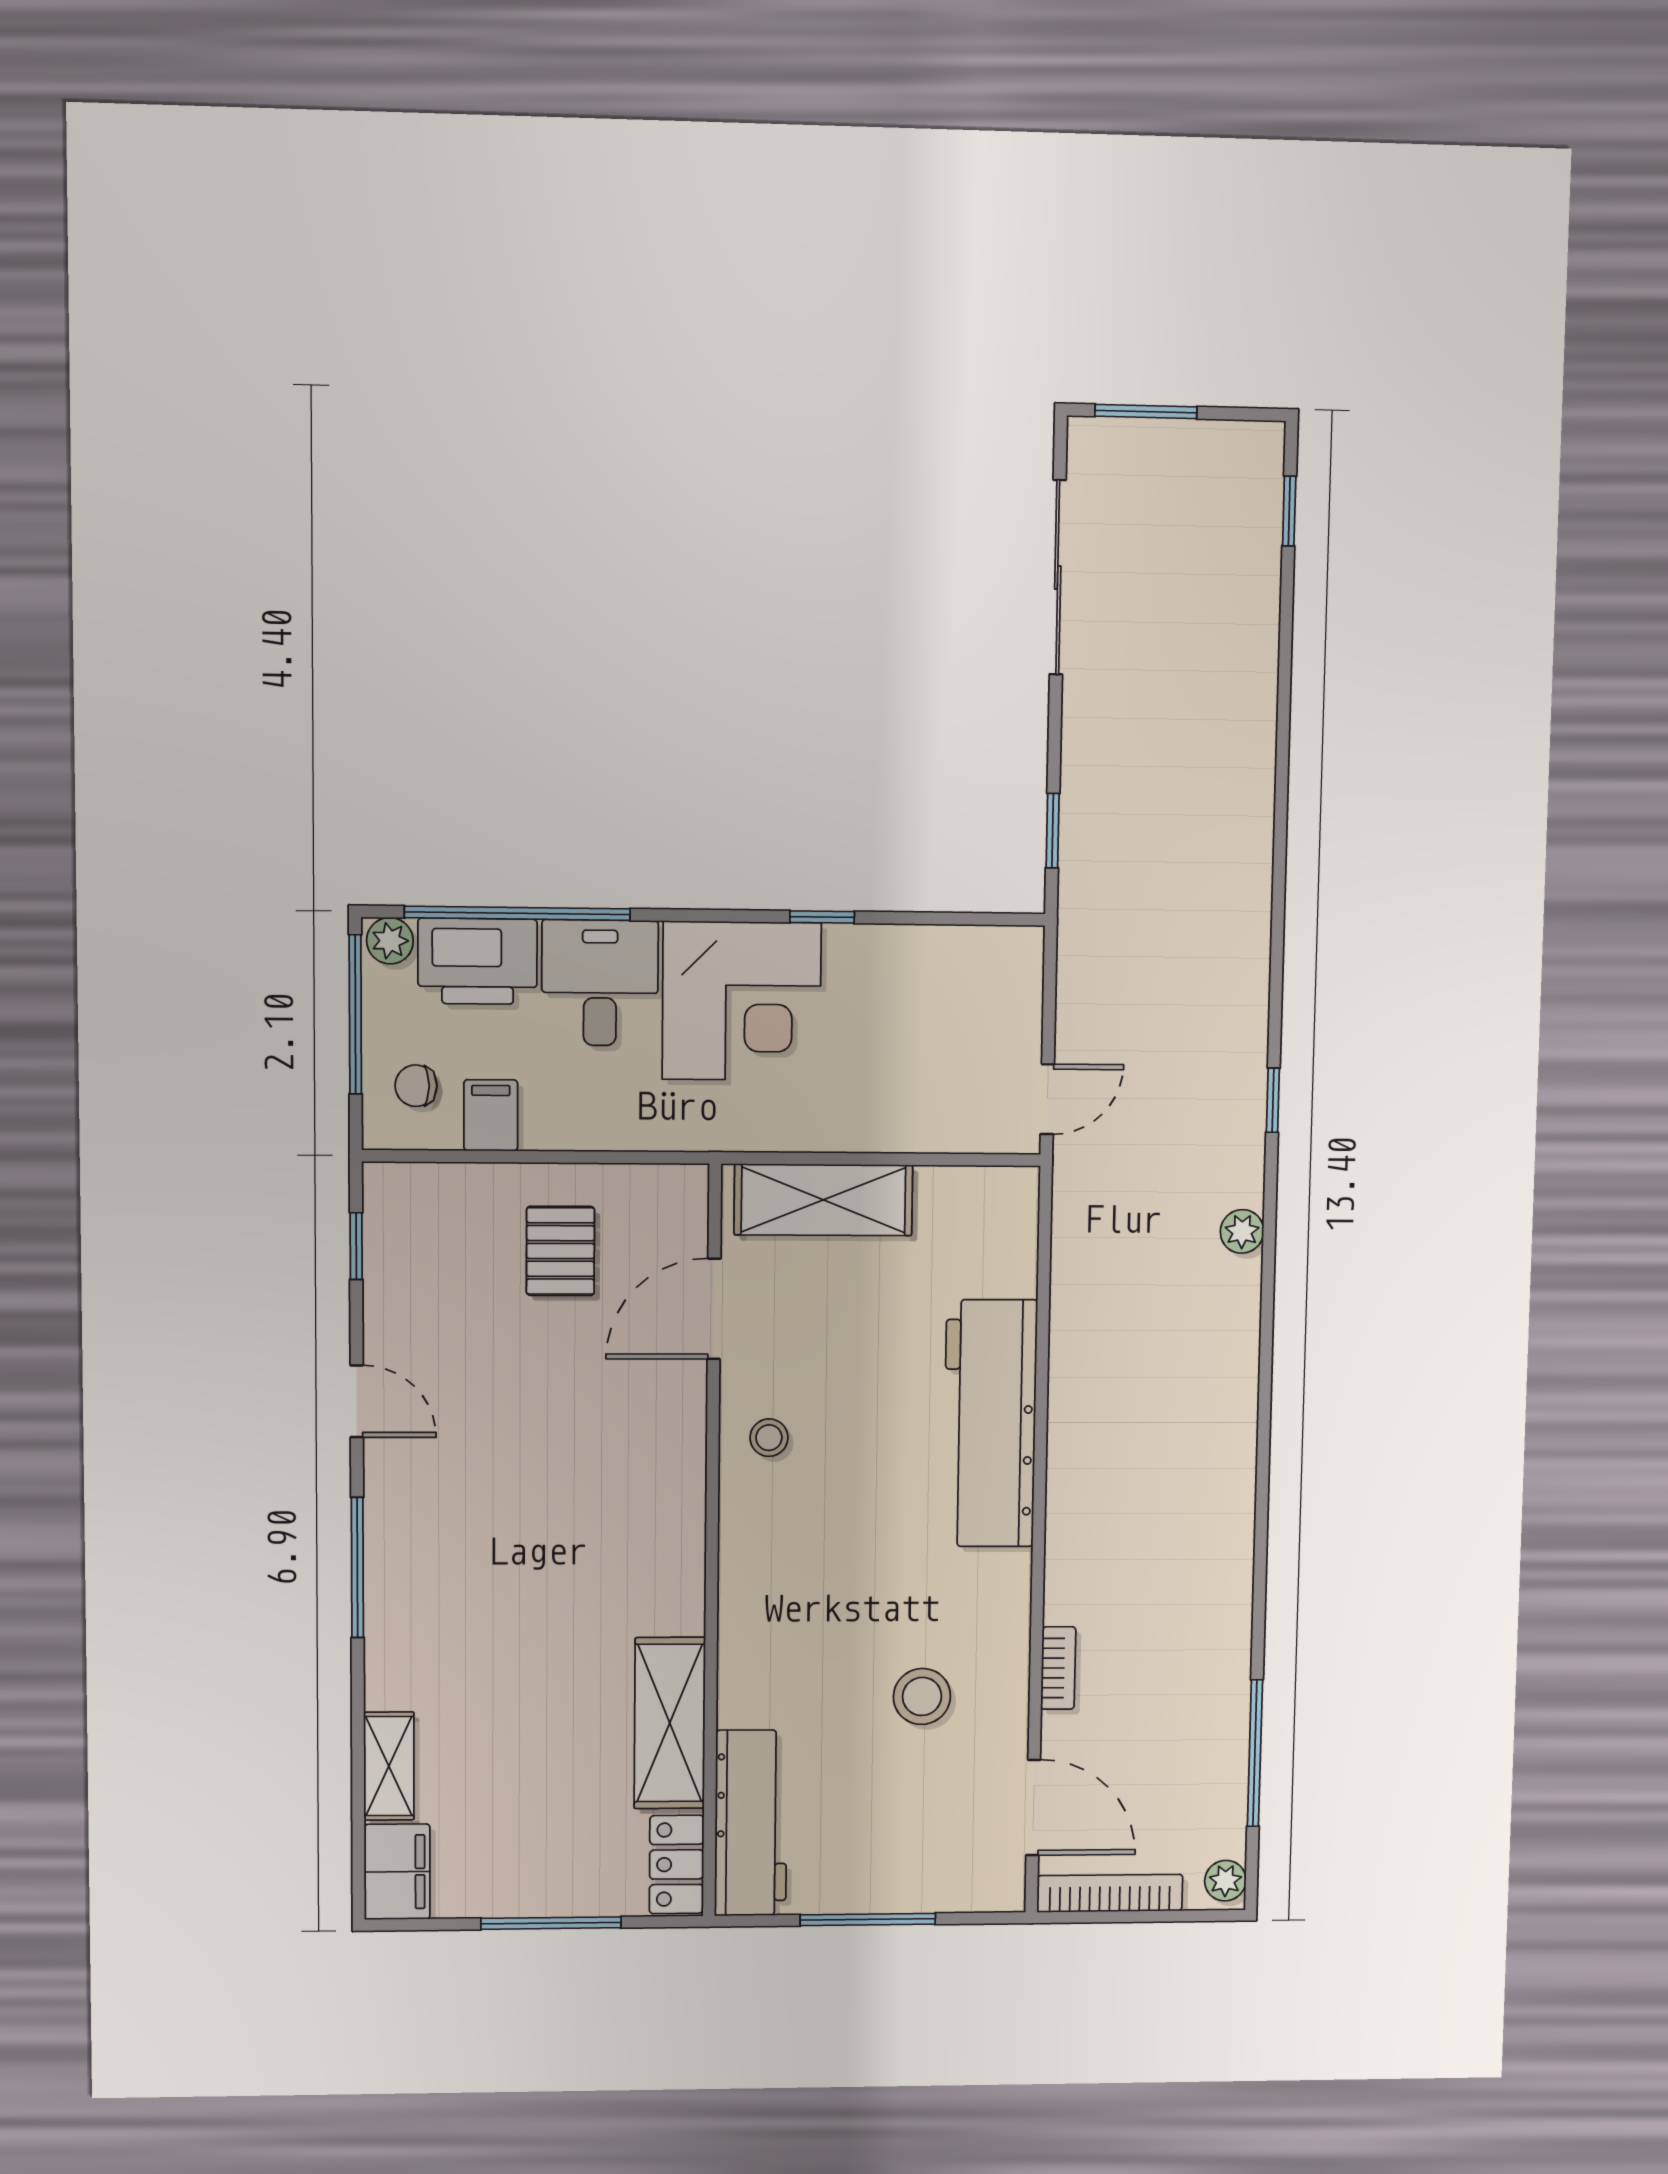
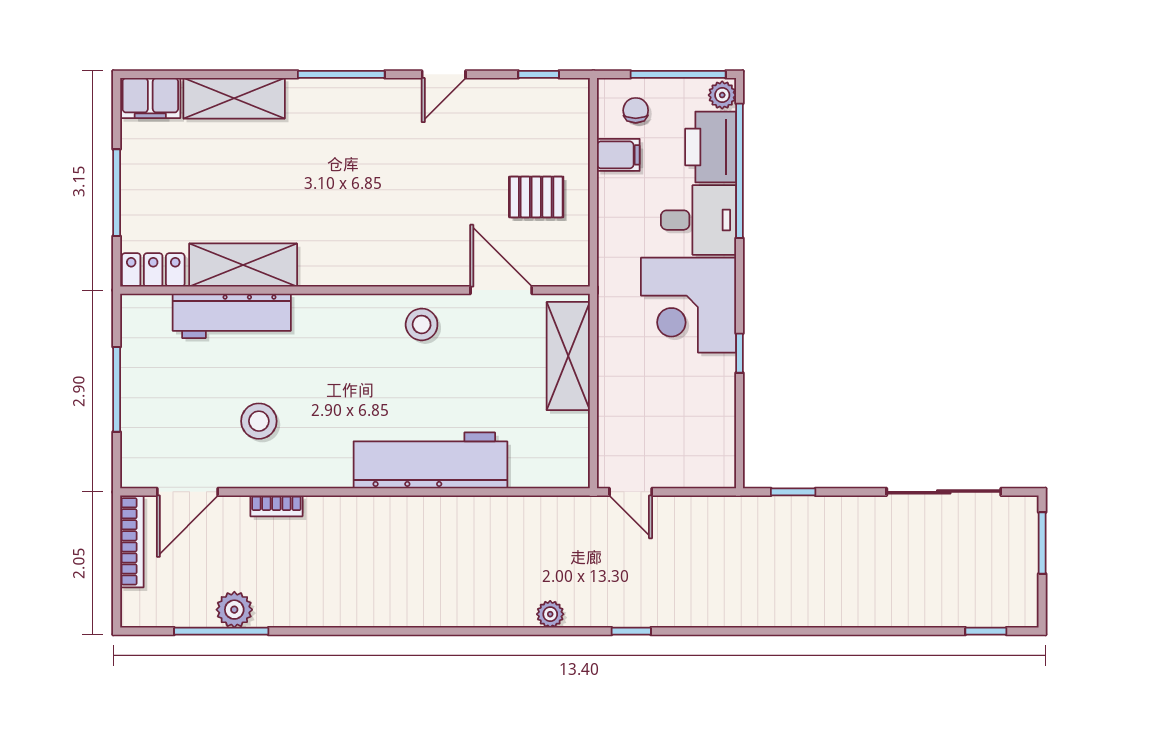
stool: (769, 1438) -> (422, 324), width x1.37, depth x1.37
shelving: (389, 1766) -> (234, 98), width x1.50, depth x1.33
workbench: (751, 1823) -> (232, 316), moved
plant: (1225, 1881) -> (234, 610), moved, width x1.38, depth x1.38

